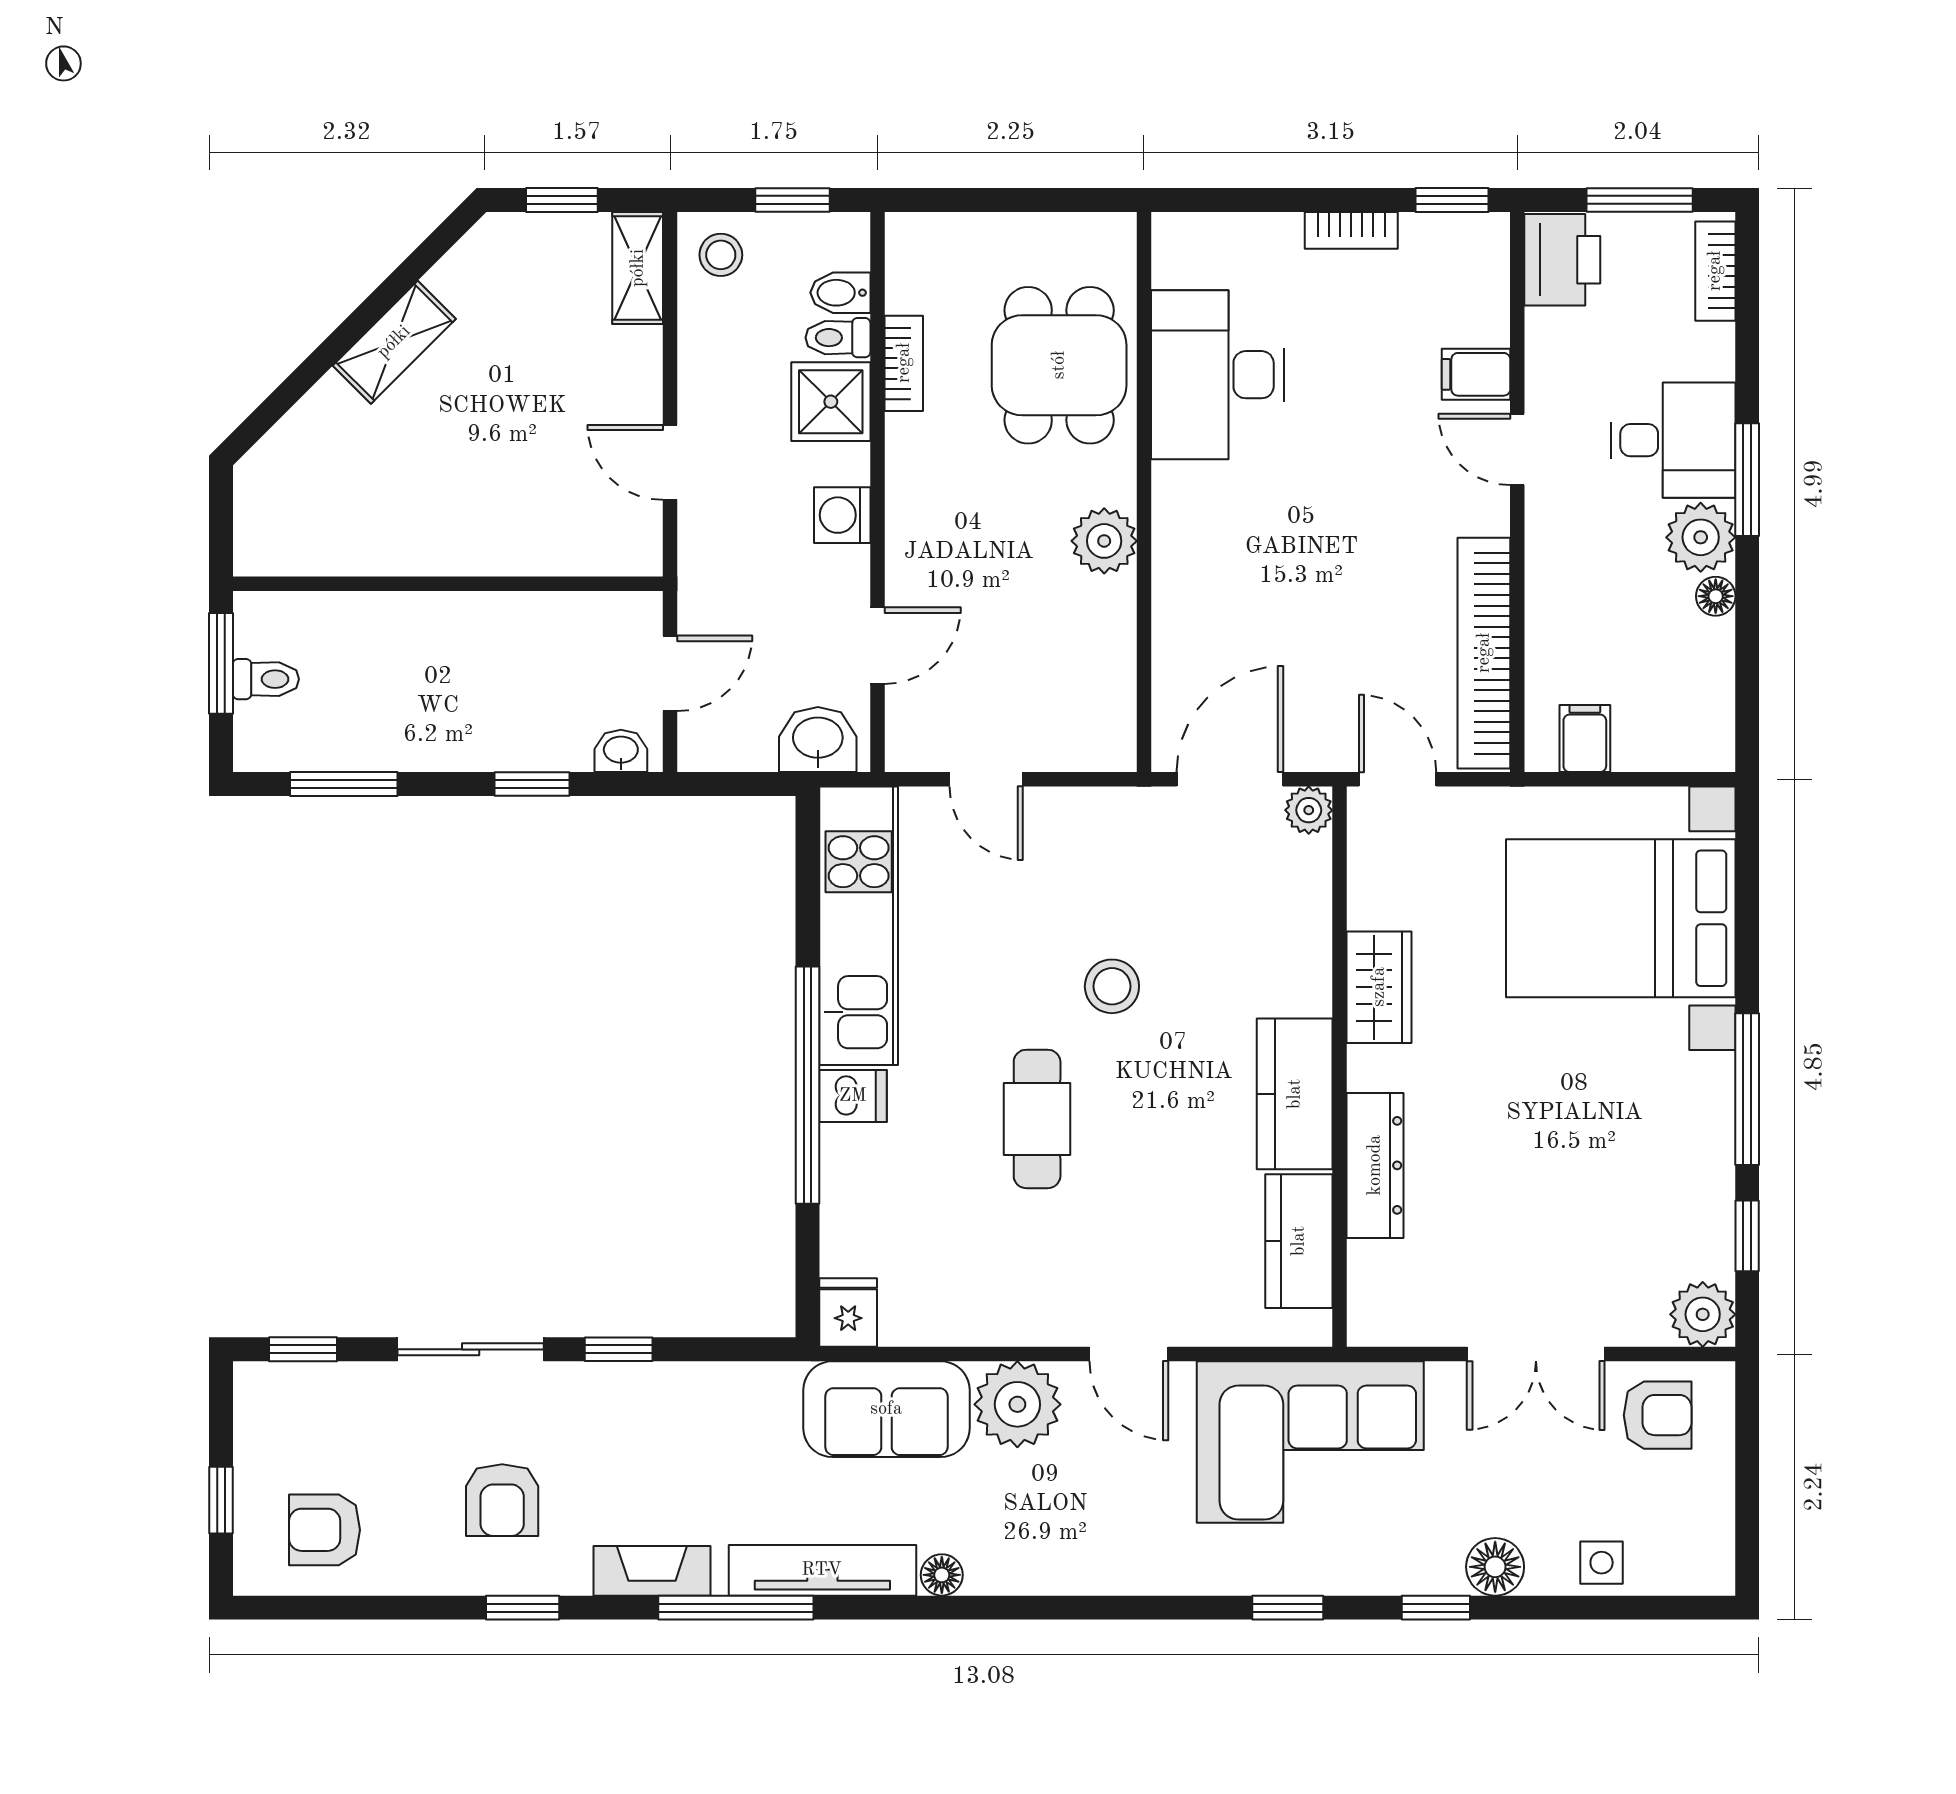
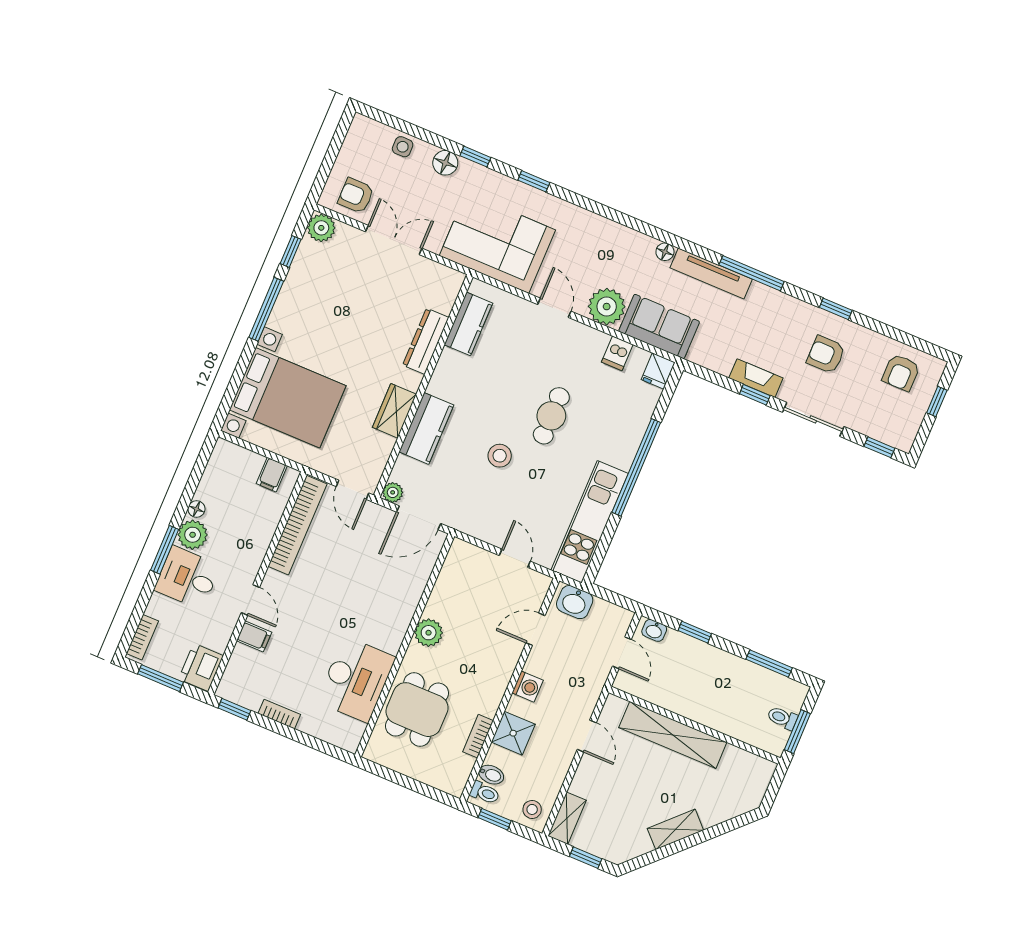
toilet: (838, 338) -> (485, 793), moved
shelving: (486, 543) -> (673, 735), added
door: (670, 673) -> (622, 653), swing flipped
kitchen counter: (1295, 1094) -> (426, 428), moved
dishwasher: (853, 1096) -> (617, 353), moved, turned -90
armchair: (502, 1500) -> (826, 355), turned -90
armchair: (325, 1530) -> (901, 372), turned 90
fireplace: (652, 1571) -> (756, 378), moved, turned 180

